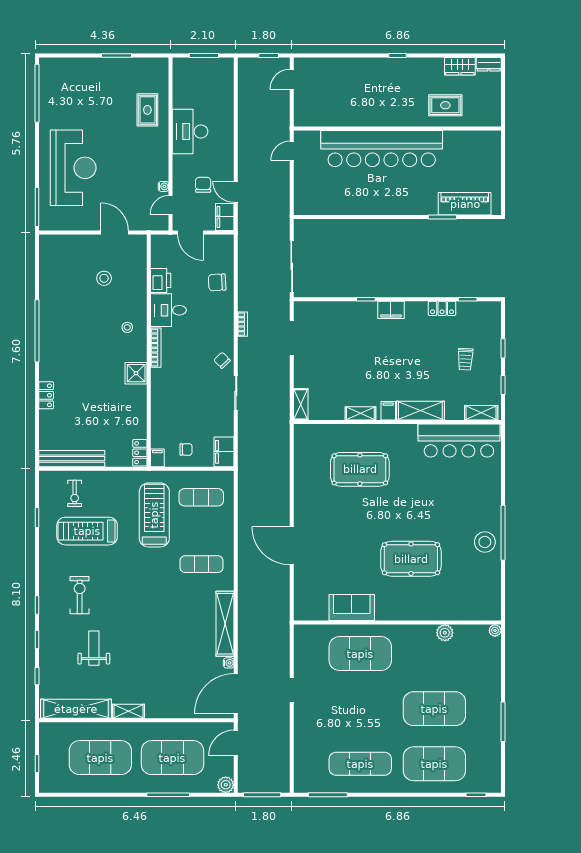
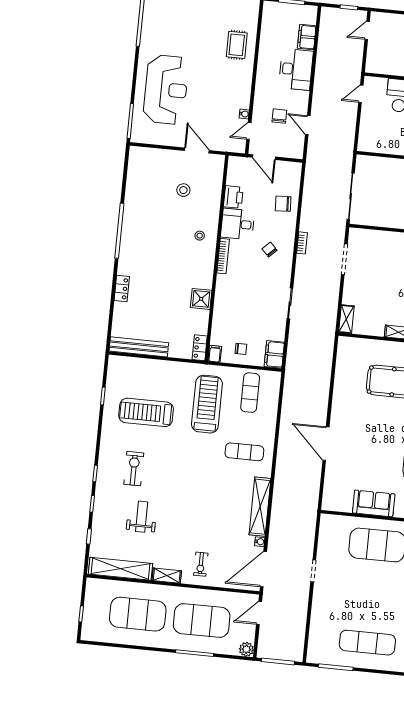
desk: (190, 131) -> (296, 69), moved, turned 180
filing cabinet: (225, 217) -> (307, 37), moved
chair: (222, 360) -> (270, 250), moved
shower: (136, 373) -> (201, 299), moved
exercise bike: (75, 493) -> (201, 564), moved
exercise mat: (201, 497) -> (250, 393), turned 90

